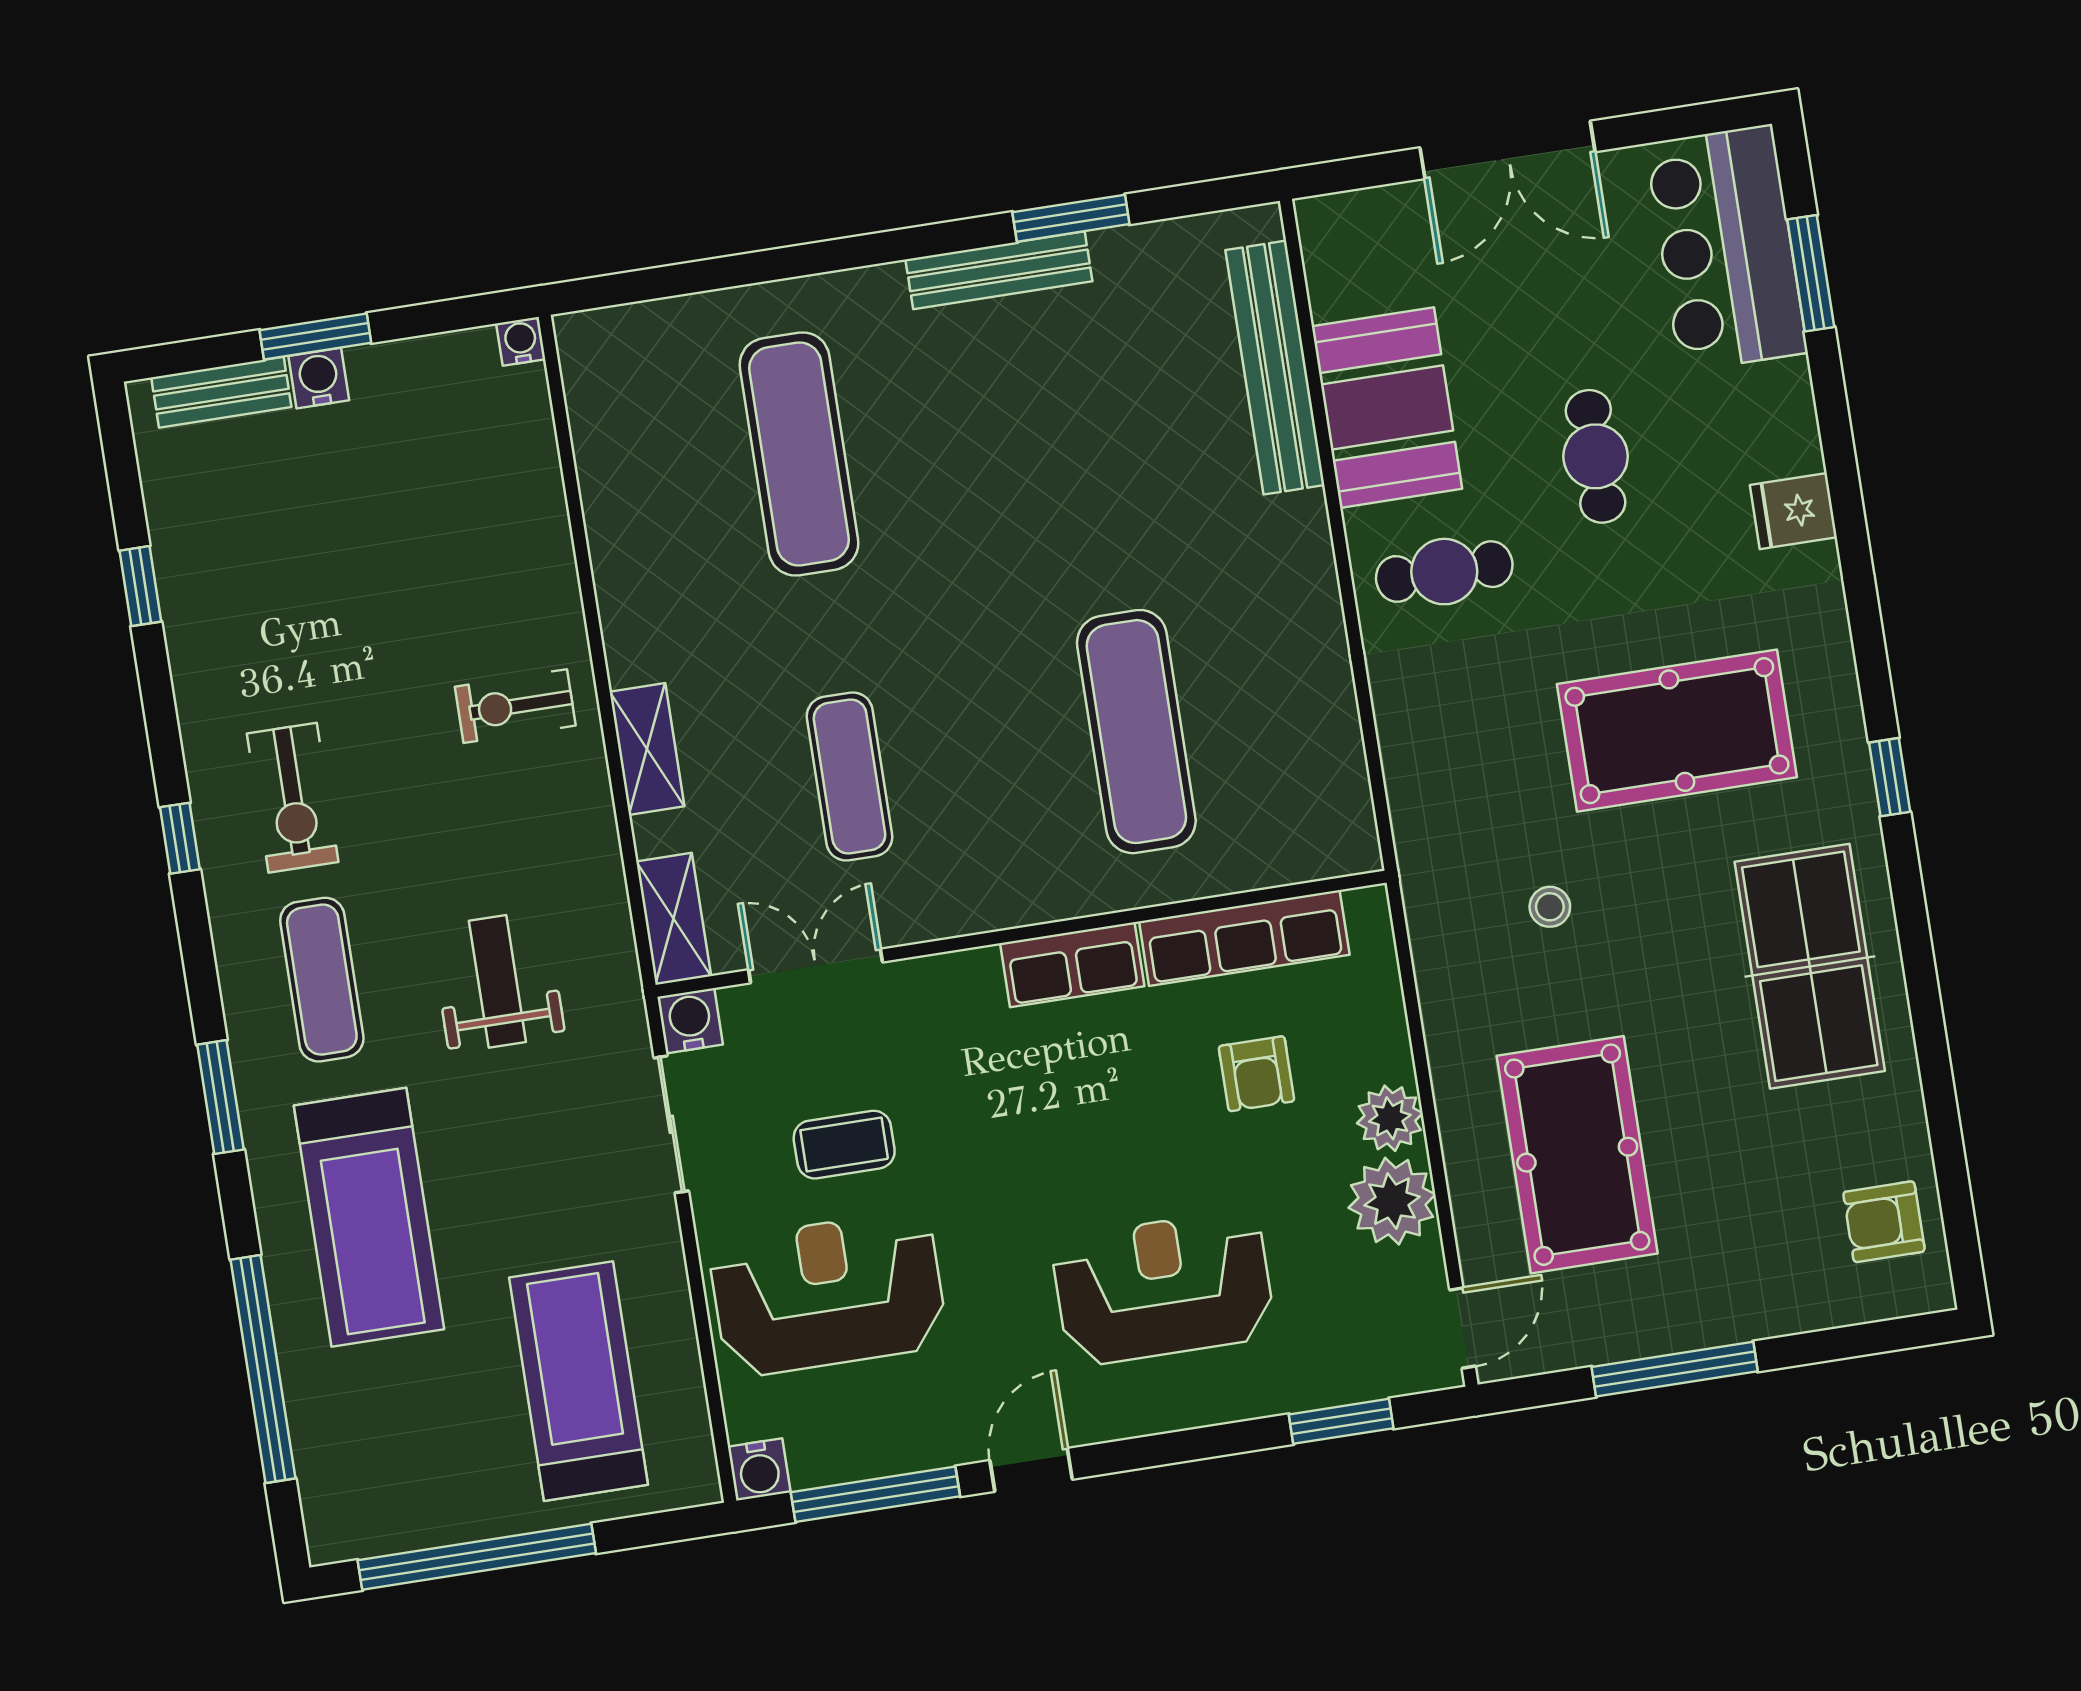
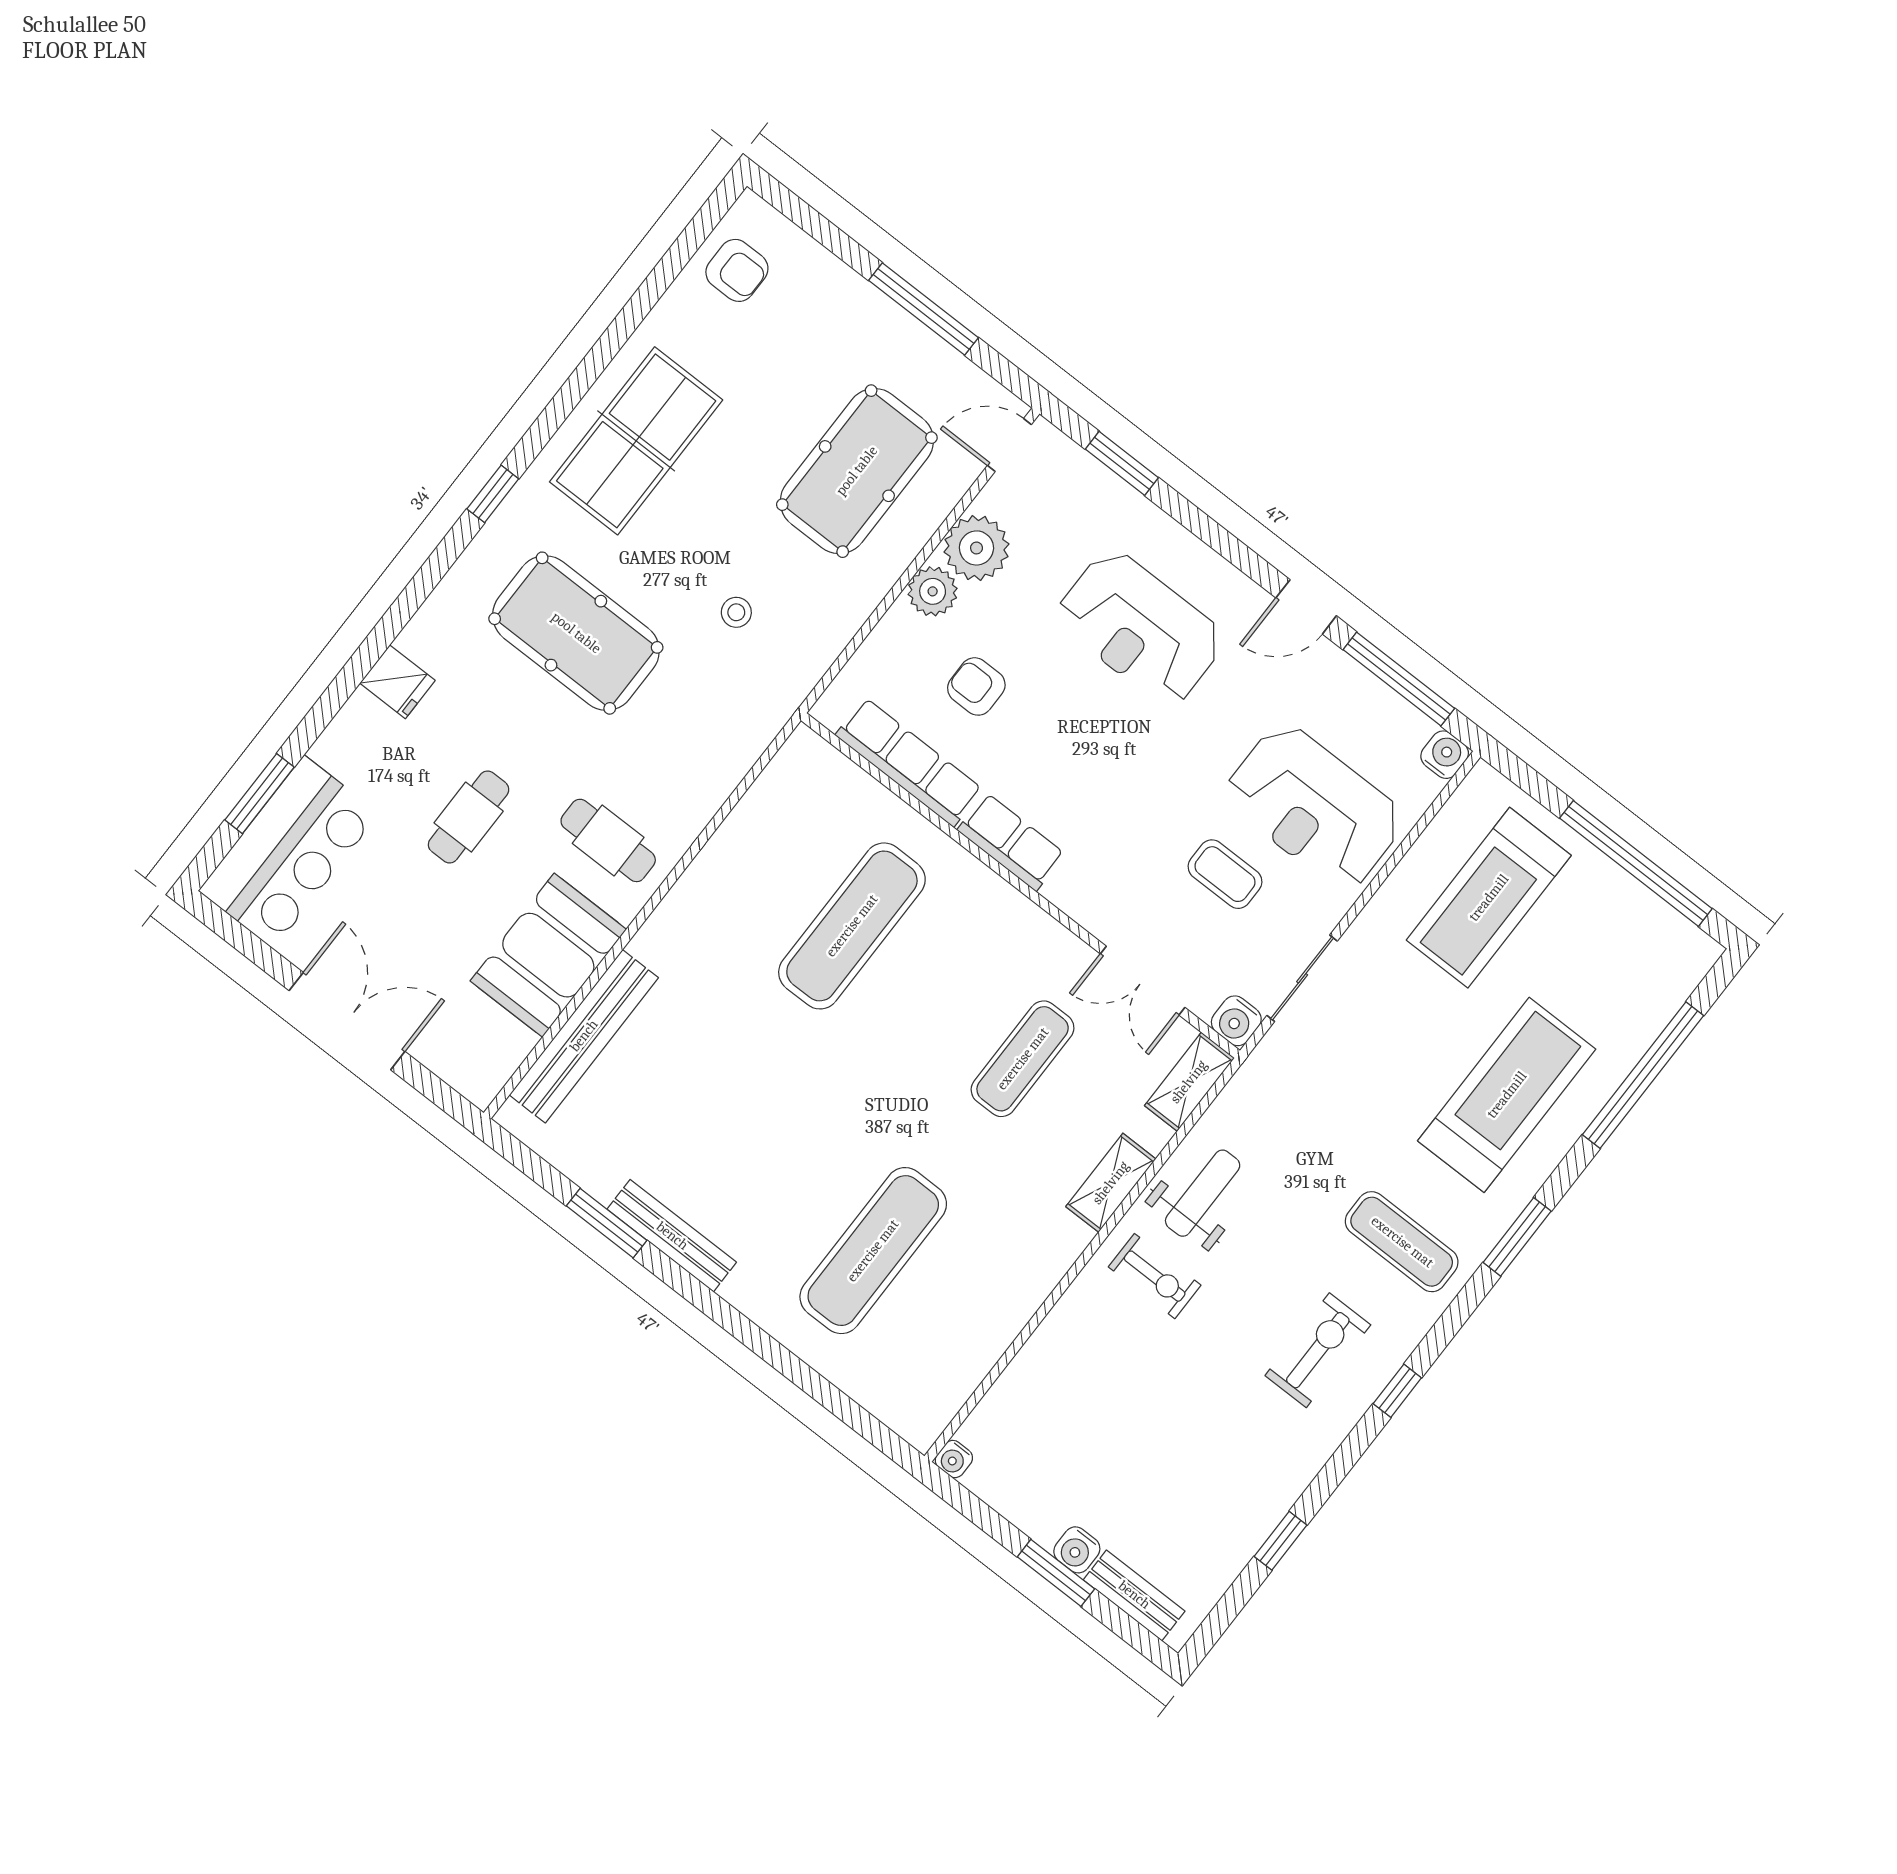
exercise mat: (322, 980) -> (1402, 1242), turned 90
weight bench: (497, 981) -> (1203, 1193), moved, turned 180
armchair: (1256, 1074) -> (976, 686), turned -90

